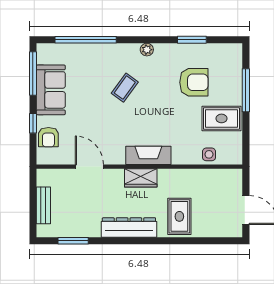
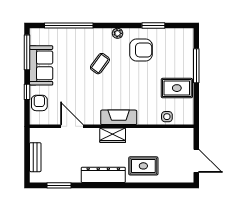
armchair: (194, 82) -> (141, 50), moved
armchair: (48, 137) -> (39, 103), turned 180
rug: (179, 216) -> (143, 166), turned 90

